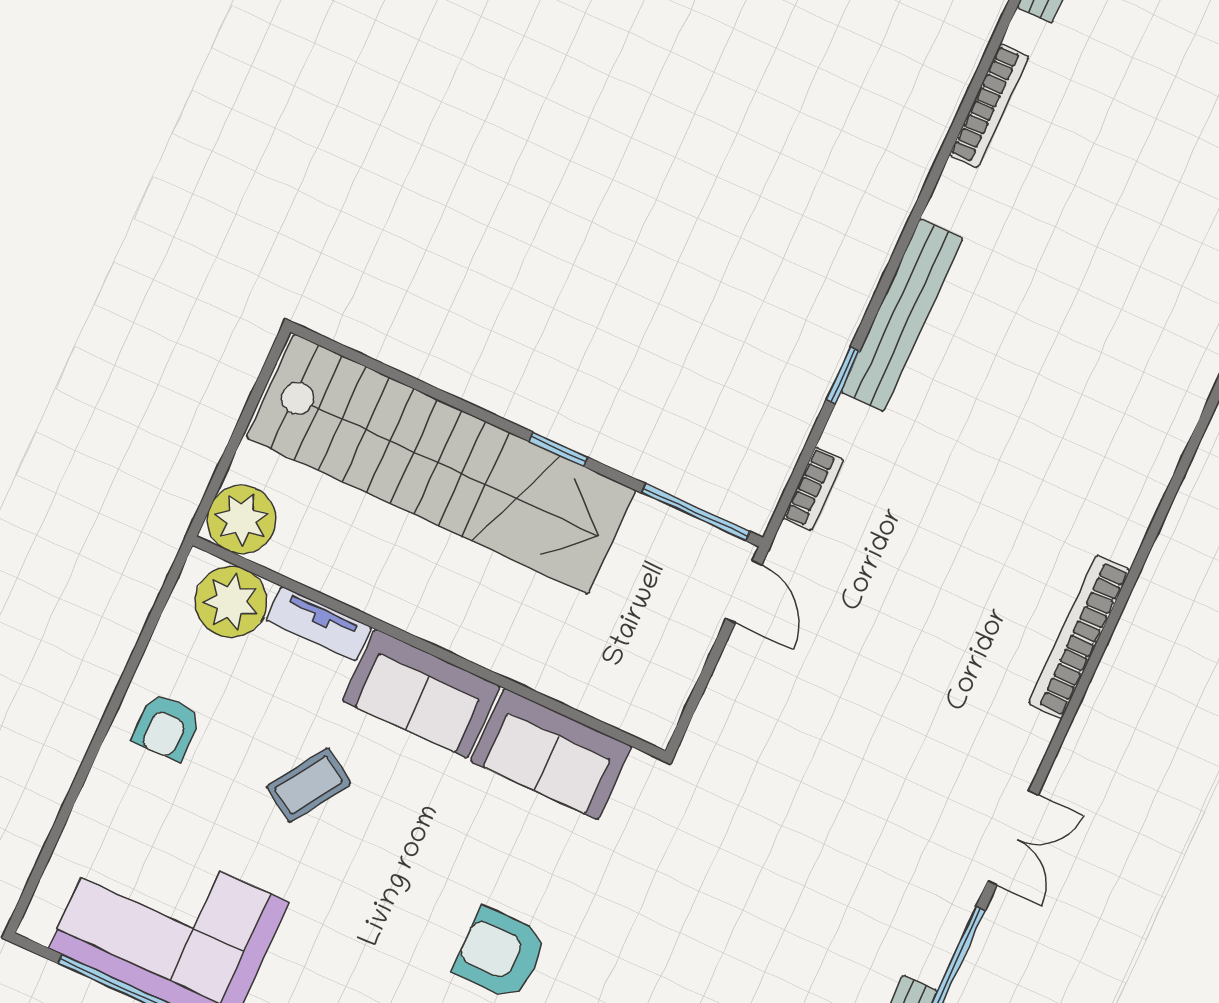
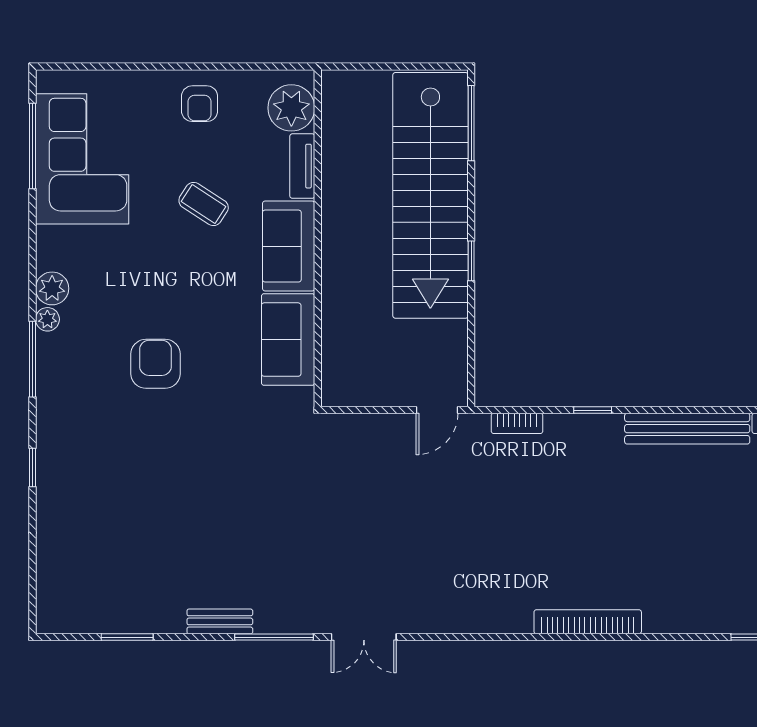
bench: (902, 315) -> (687, 429), moved
window: (696, 512) -> (471, 123), moved
plant: (242, 520) -> (343, 92), removed
bookcase: (1079, 637) -> (588, 622), moved
armchair: (167, 727) -> (200, 104), turned -90

